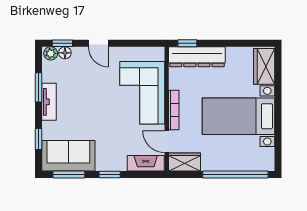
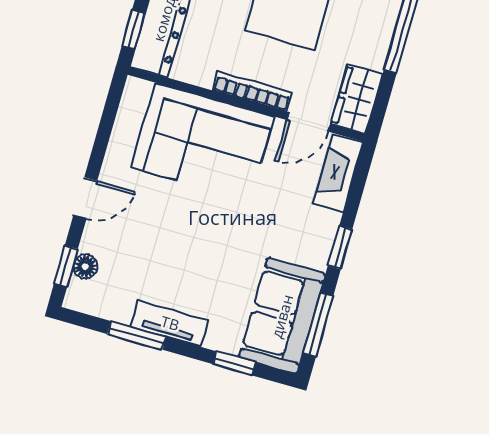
plant: (51, 53) -> (79, 294), removed

